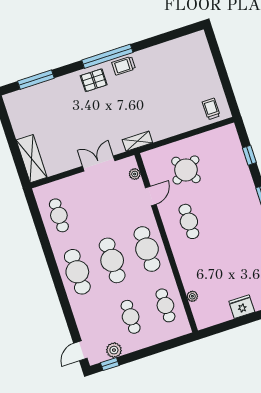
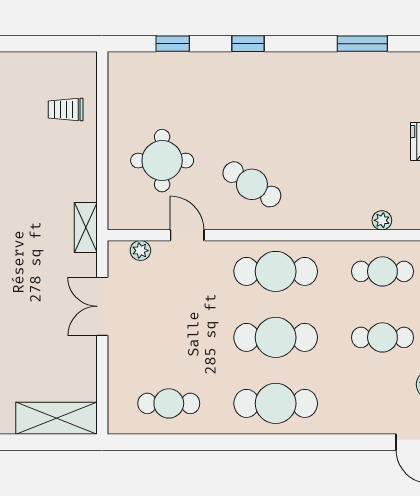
trolley: (211, 109) -> (66, 110), moved
round table: (186, 170) -> (162, 161), turned 31
cafe table: (189, 221) -> (252, 184), turned 33

